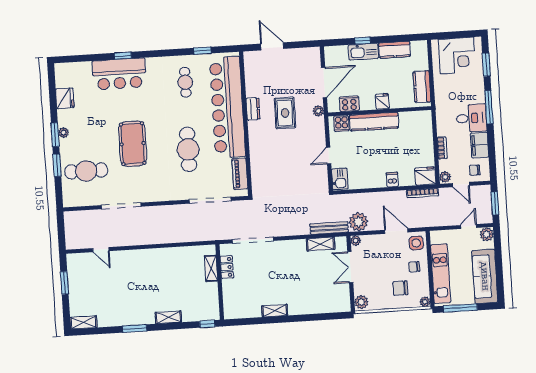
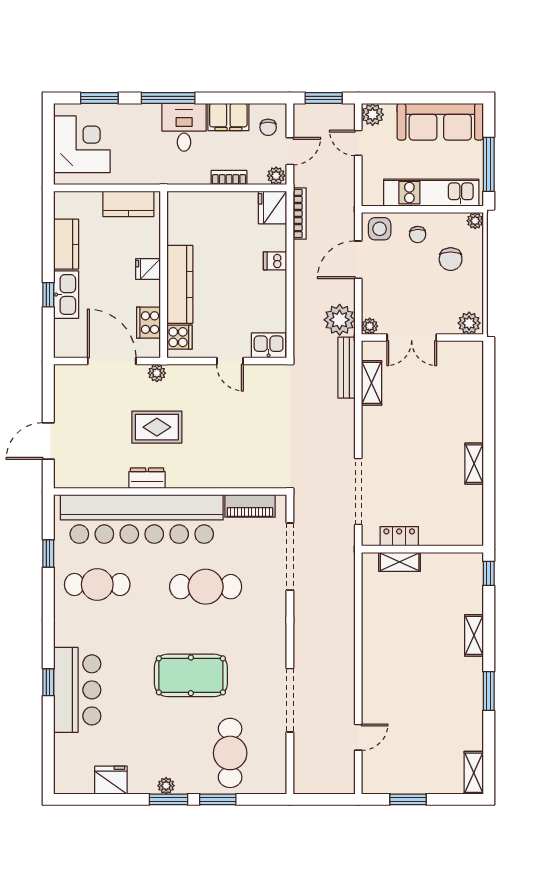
cafe table: (185, 82) -> (97, 584), width x1.37, depth x1.35

